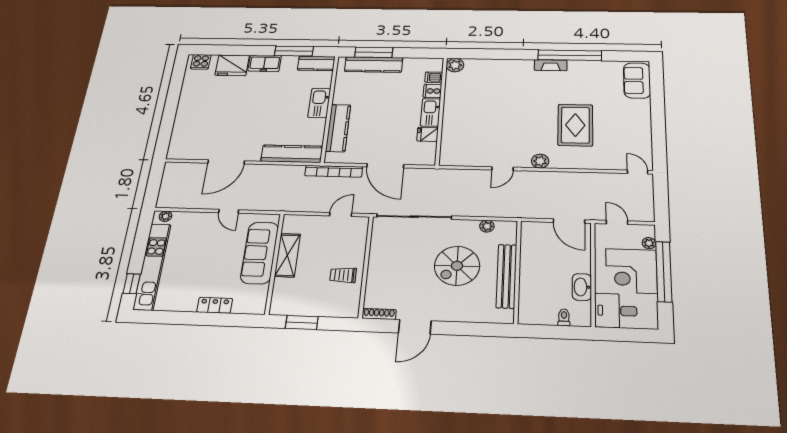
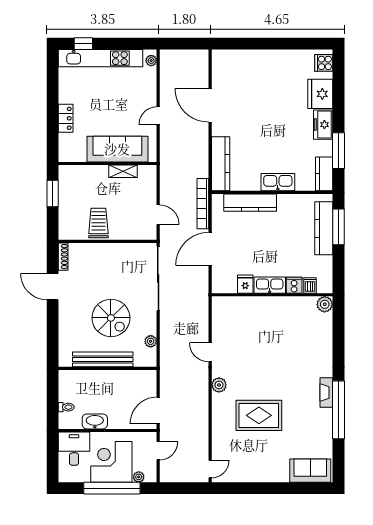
shelving: (287, 255) -> (123, 171), width x0.67, depth x0.75
spiral stairs: (457, 266) -> (111, 318), turned 180
trolley: (343, 275) -> (98, 223), width x1.36, depth x1.39

